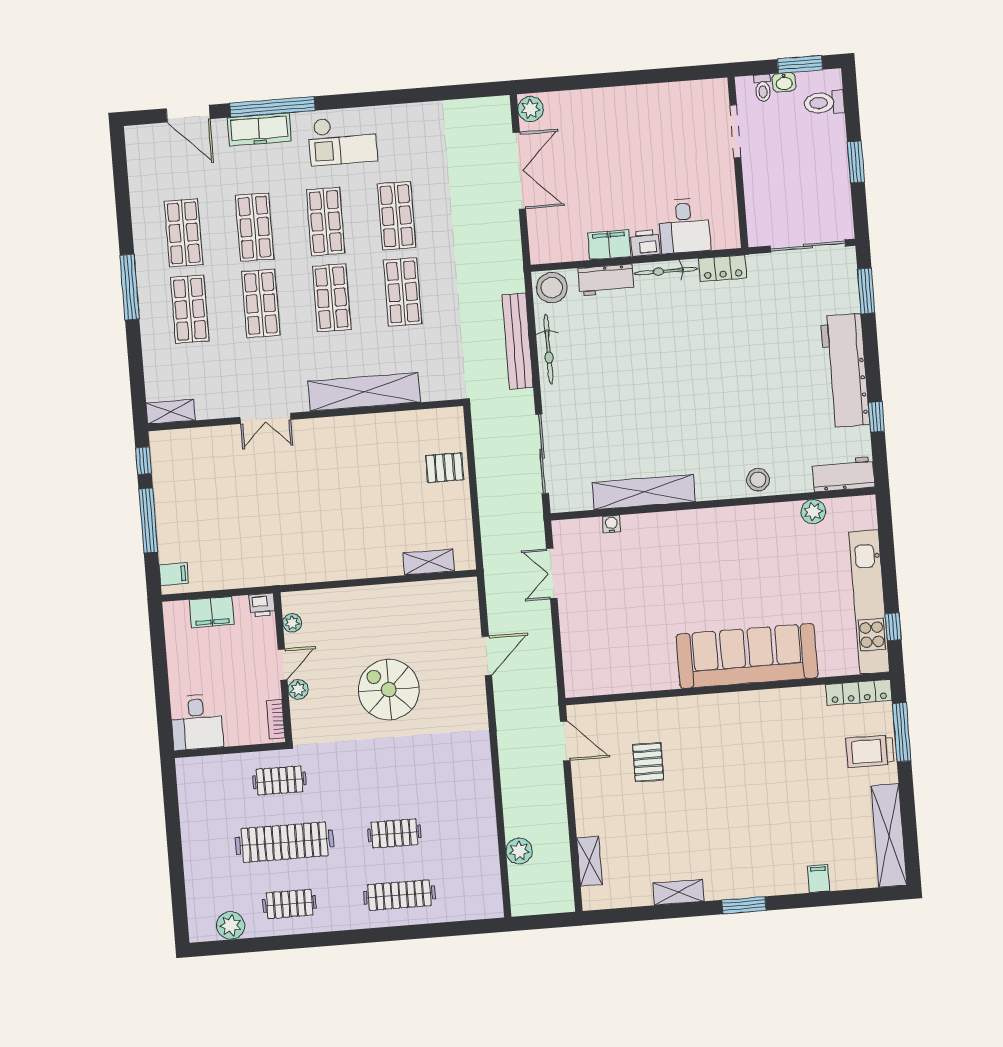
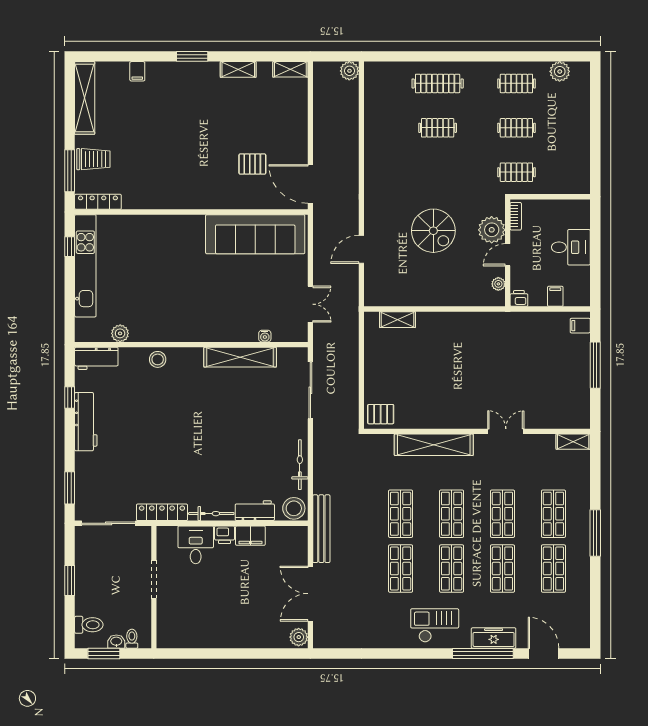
doorway: (735, 131) -> (154, 579), moved
locker: (723, 268) -> (162, 512), width x1.53
bench: (518, 341) -> (321, 529), moved
workbench: (845, 371) -> (86, 422), width x0.73, depth x0.76
window: (143, 461) -> (595, 408), removed
pallet: (445, 468) -> (381, 414), moved
filing cabinet: (212, 612) -> (555, 296), width x0.50
sofa: (747, 656) -> (255, 234), moved
plant: (298, 689) -> (492, 230), width x1.87, depth x1.87
desk: (197, 722) -> (571, 247), moved, turned 90
door: (565, 741) -> (310, 184), width x1.36
pallet: (648, 762) -> (252, 164), turned 90
clothes rail: (285, 842) -> (516, 128), width x0.54, depth x0.76
plant: (519, 851) -> (349, 71), moved
shelving: (589, 861) -> (290, 69), moved, turned 90

